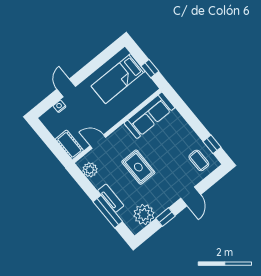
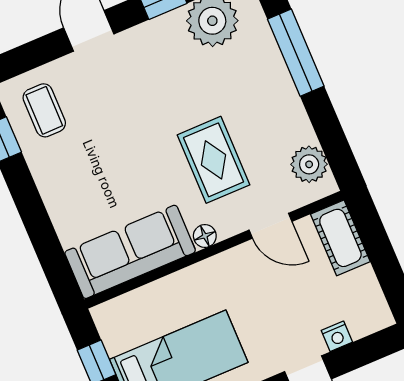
floor lamp: (122, 130) -> (205, 236), added
rug: (138, 167) -> (213, 160), moved
tv unit: (111, 198) -> (280, 82), removed

